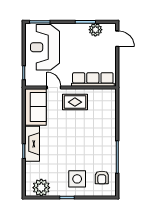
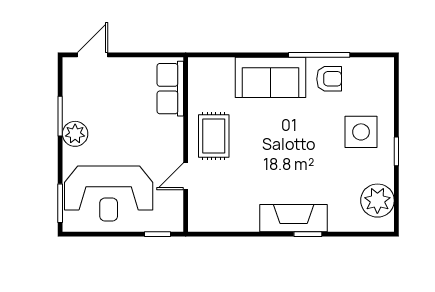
plant: (95, 30) -> (75, 134), moved
row of seats: (93, 79) -> (170, 89), width x0.68
sofa: (35, 107) -> (270, 77), moved, turned 180
armchair: (102, 178) -> (329, 79), moved

